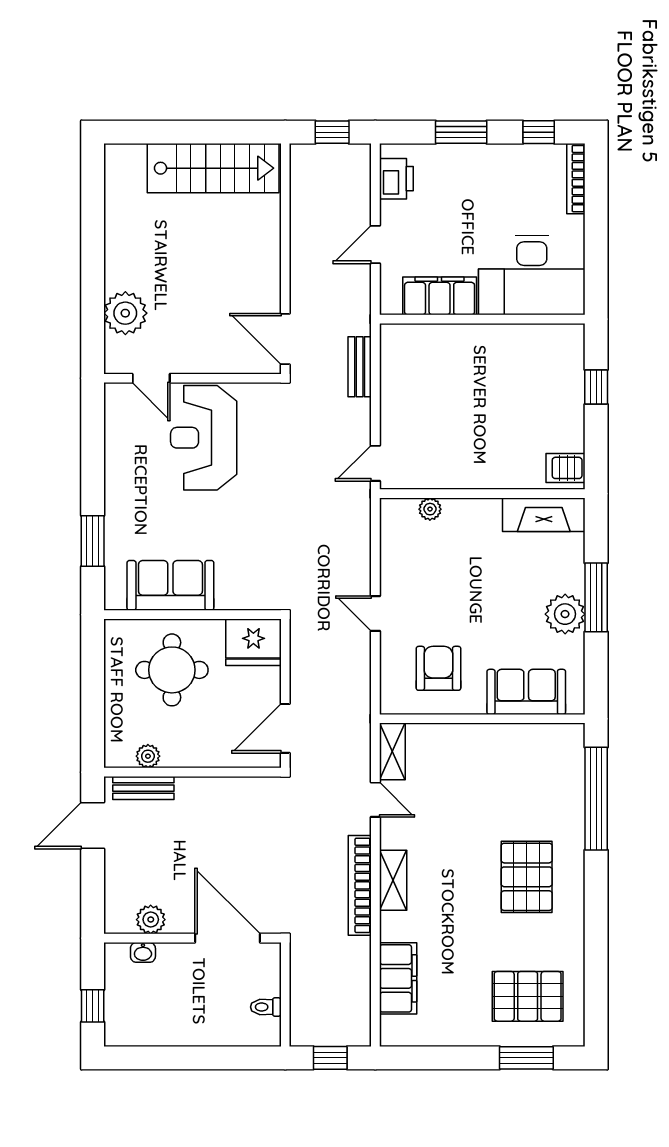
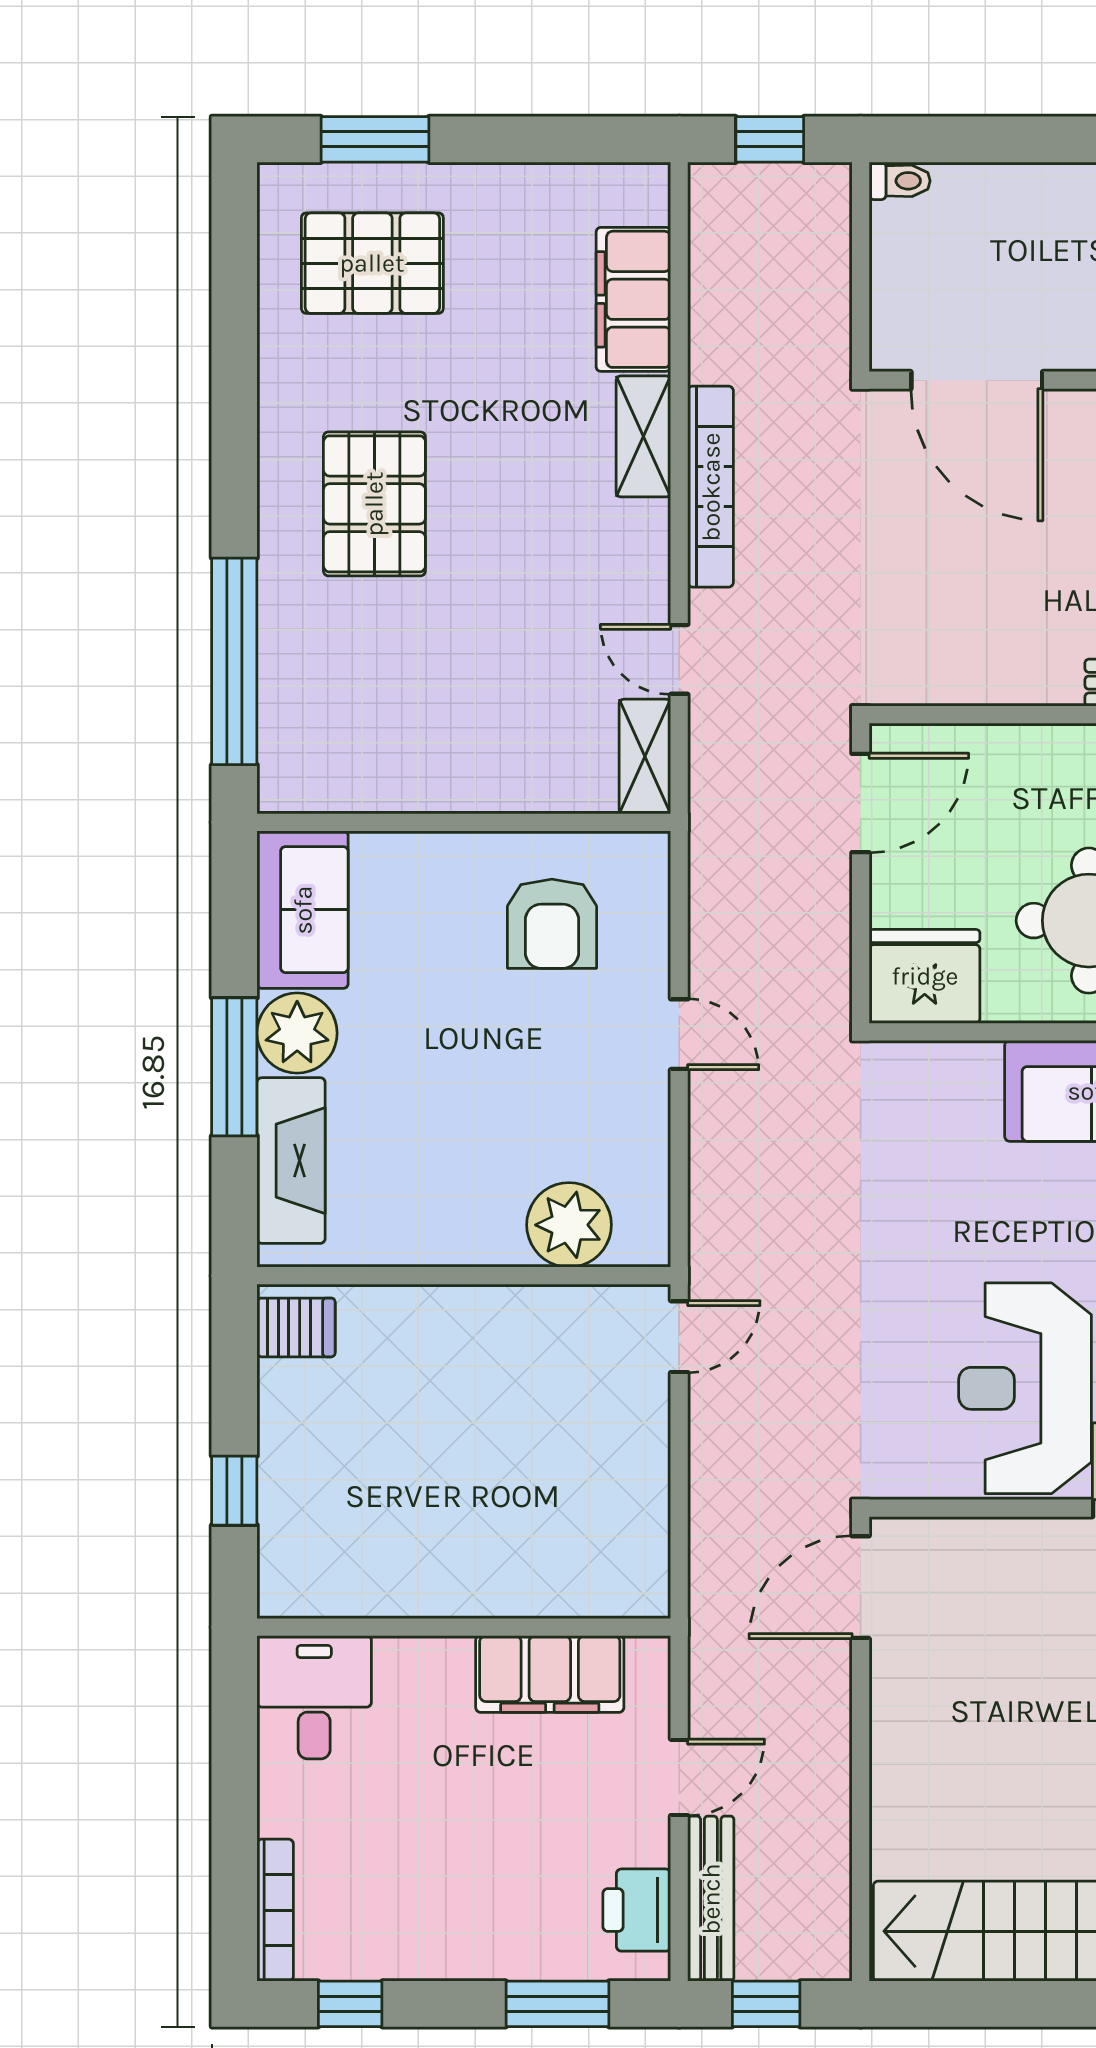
window: (461, 132) -> (557, 2004), moved
desk: (532, 275) -> (314, 1697), width x0.53, depth x0.77
door: (285, 339) -> (861, 1587), swing flipped
bench: (360, 367) -> (711, 1899), moved, width x1.36
reception desk: (204, 438) -> (1025, 1388), turned 180
plant: (430, 509) -> (569, 1225), width x1.88, depth x1.88
fireplace: (544, 515) -> (291, 1161), moved, turned 90
sofa: (526, 692) -> (303, 910), moved, turned -90
shelving: (393, 880) -> (643, 436), moved
toilet: (266, 1007) -> (900, 181), moved

